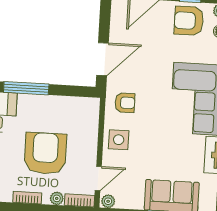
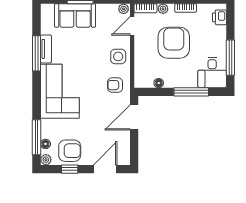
floor lamp: (68, 102) -> (159, 83), added
armchair: (45, 153) -> (174, 43), turned 180

